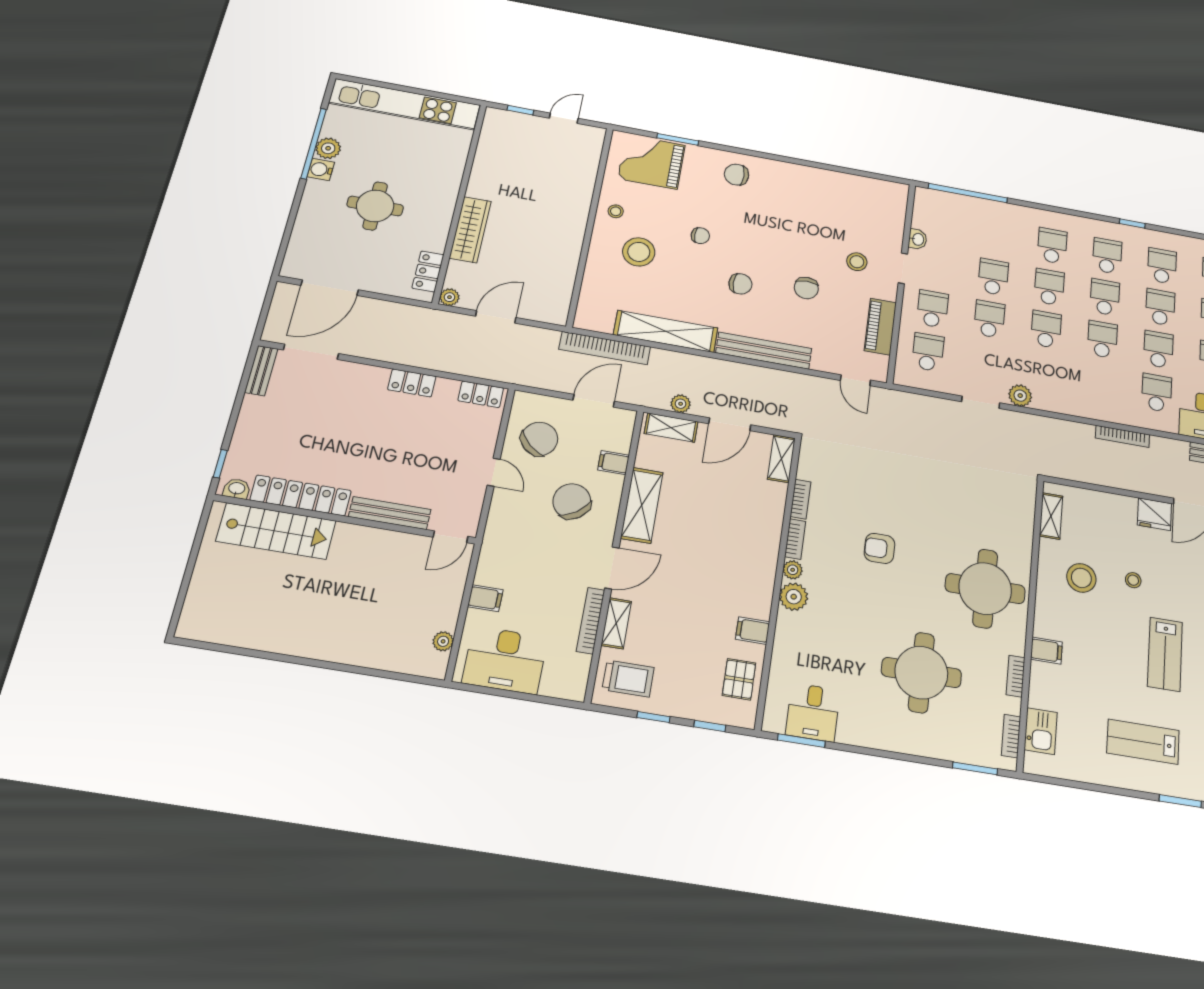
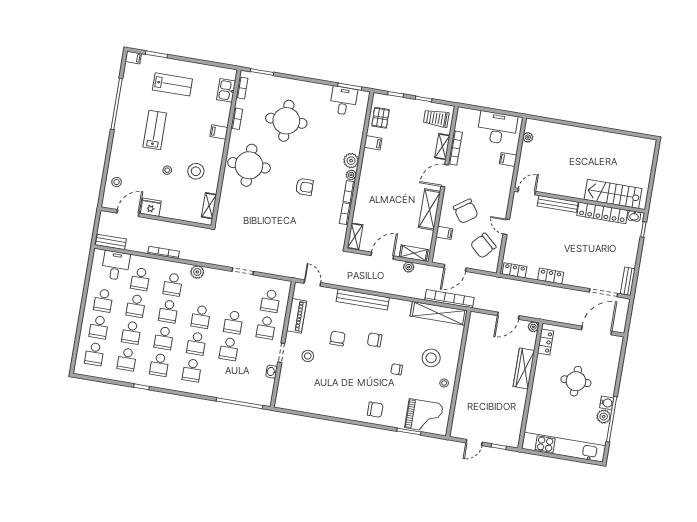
shelving: (666, 331) -> (439, 313), moved
school desk: (1100, 383) -> (173, 285), added
plant: (1020, 396) -> (197, 272), moved

